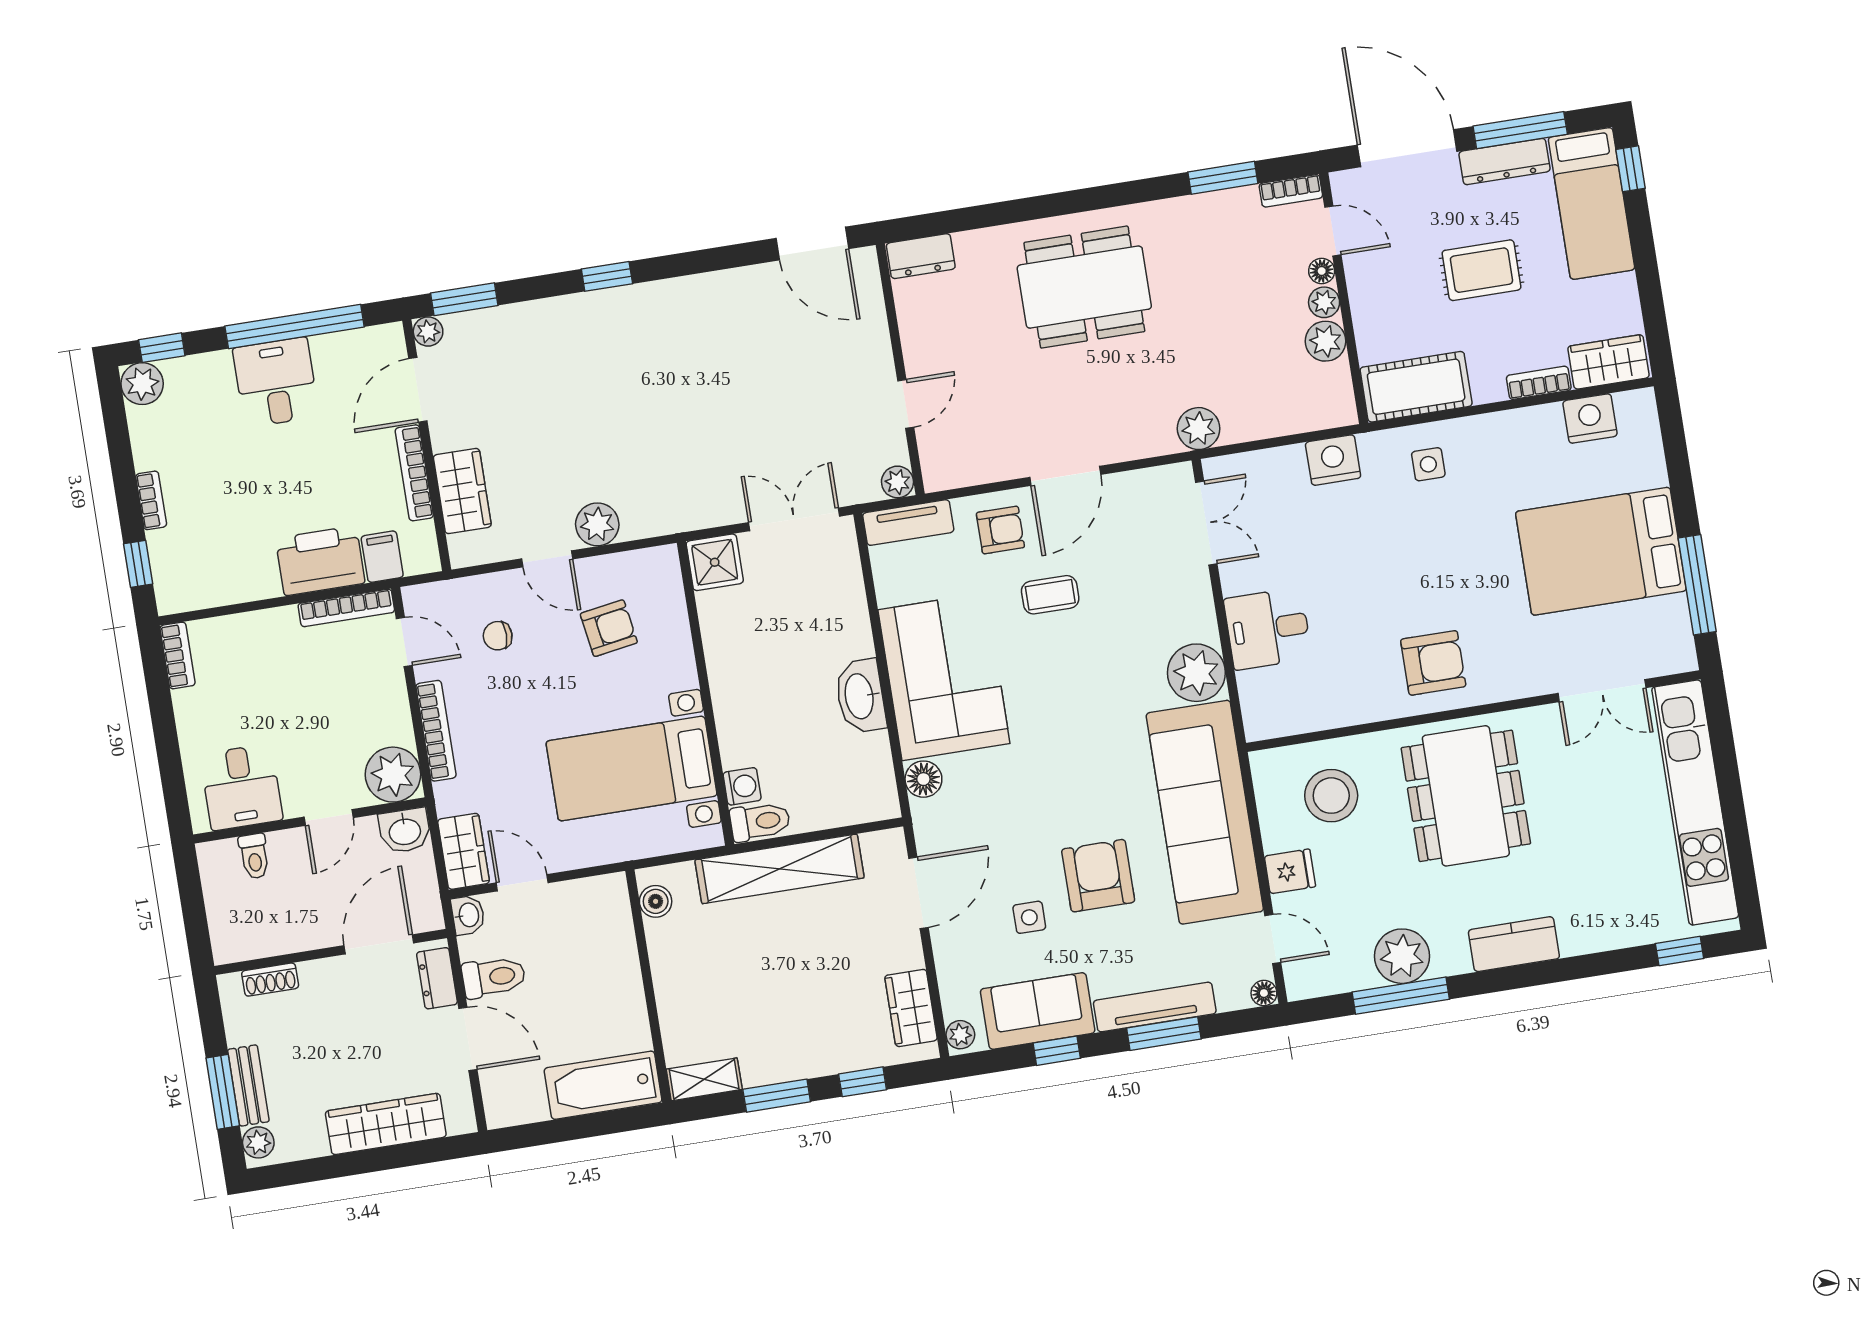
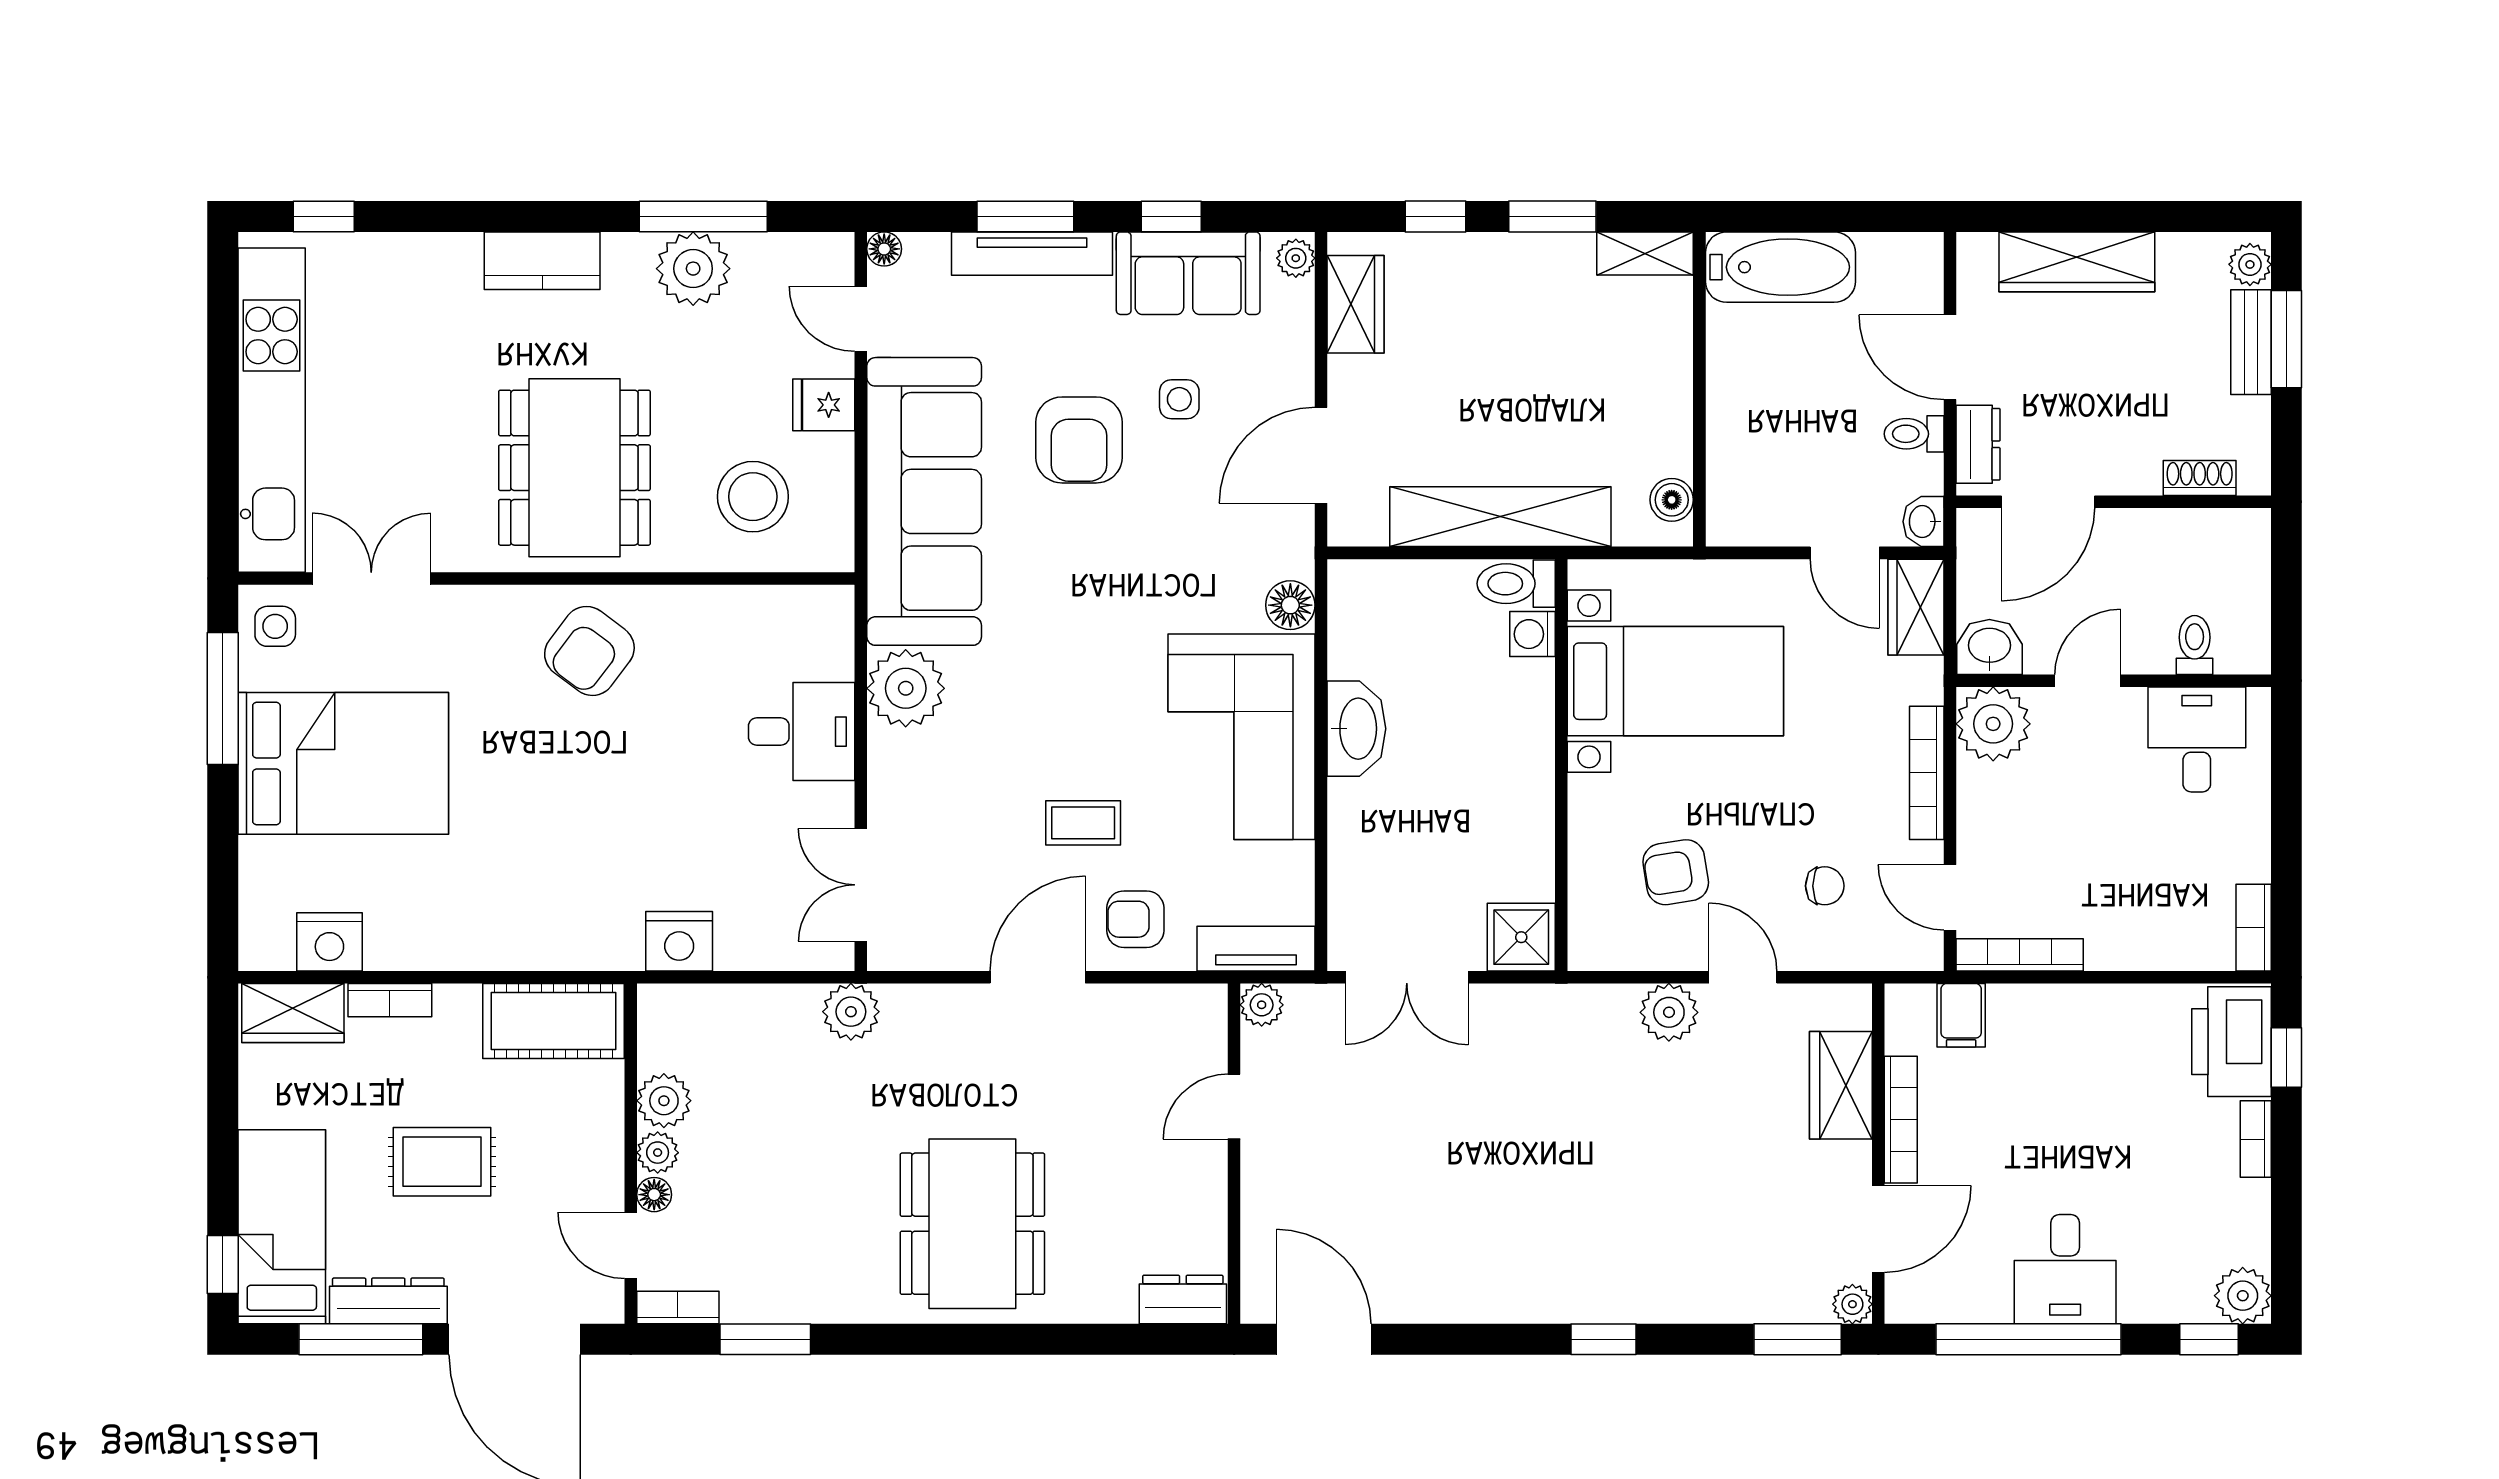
dining table: (1084, 287) -> (972, 1224), turned 90
side table: (1428, 464) -> (275, 626), moved
printer: (320, 561) -> (2231, 1042), moved, turned 90
armchair: (1433, 663) -> (589, 651), turned -53
toilet: (494, 977) -> (1914, 434), width x0.73, depth x0.72

